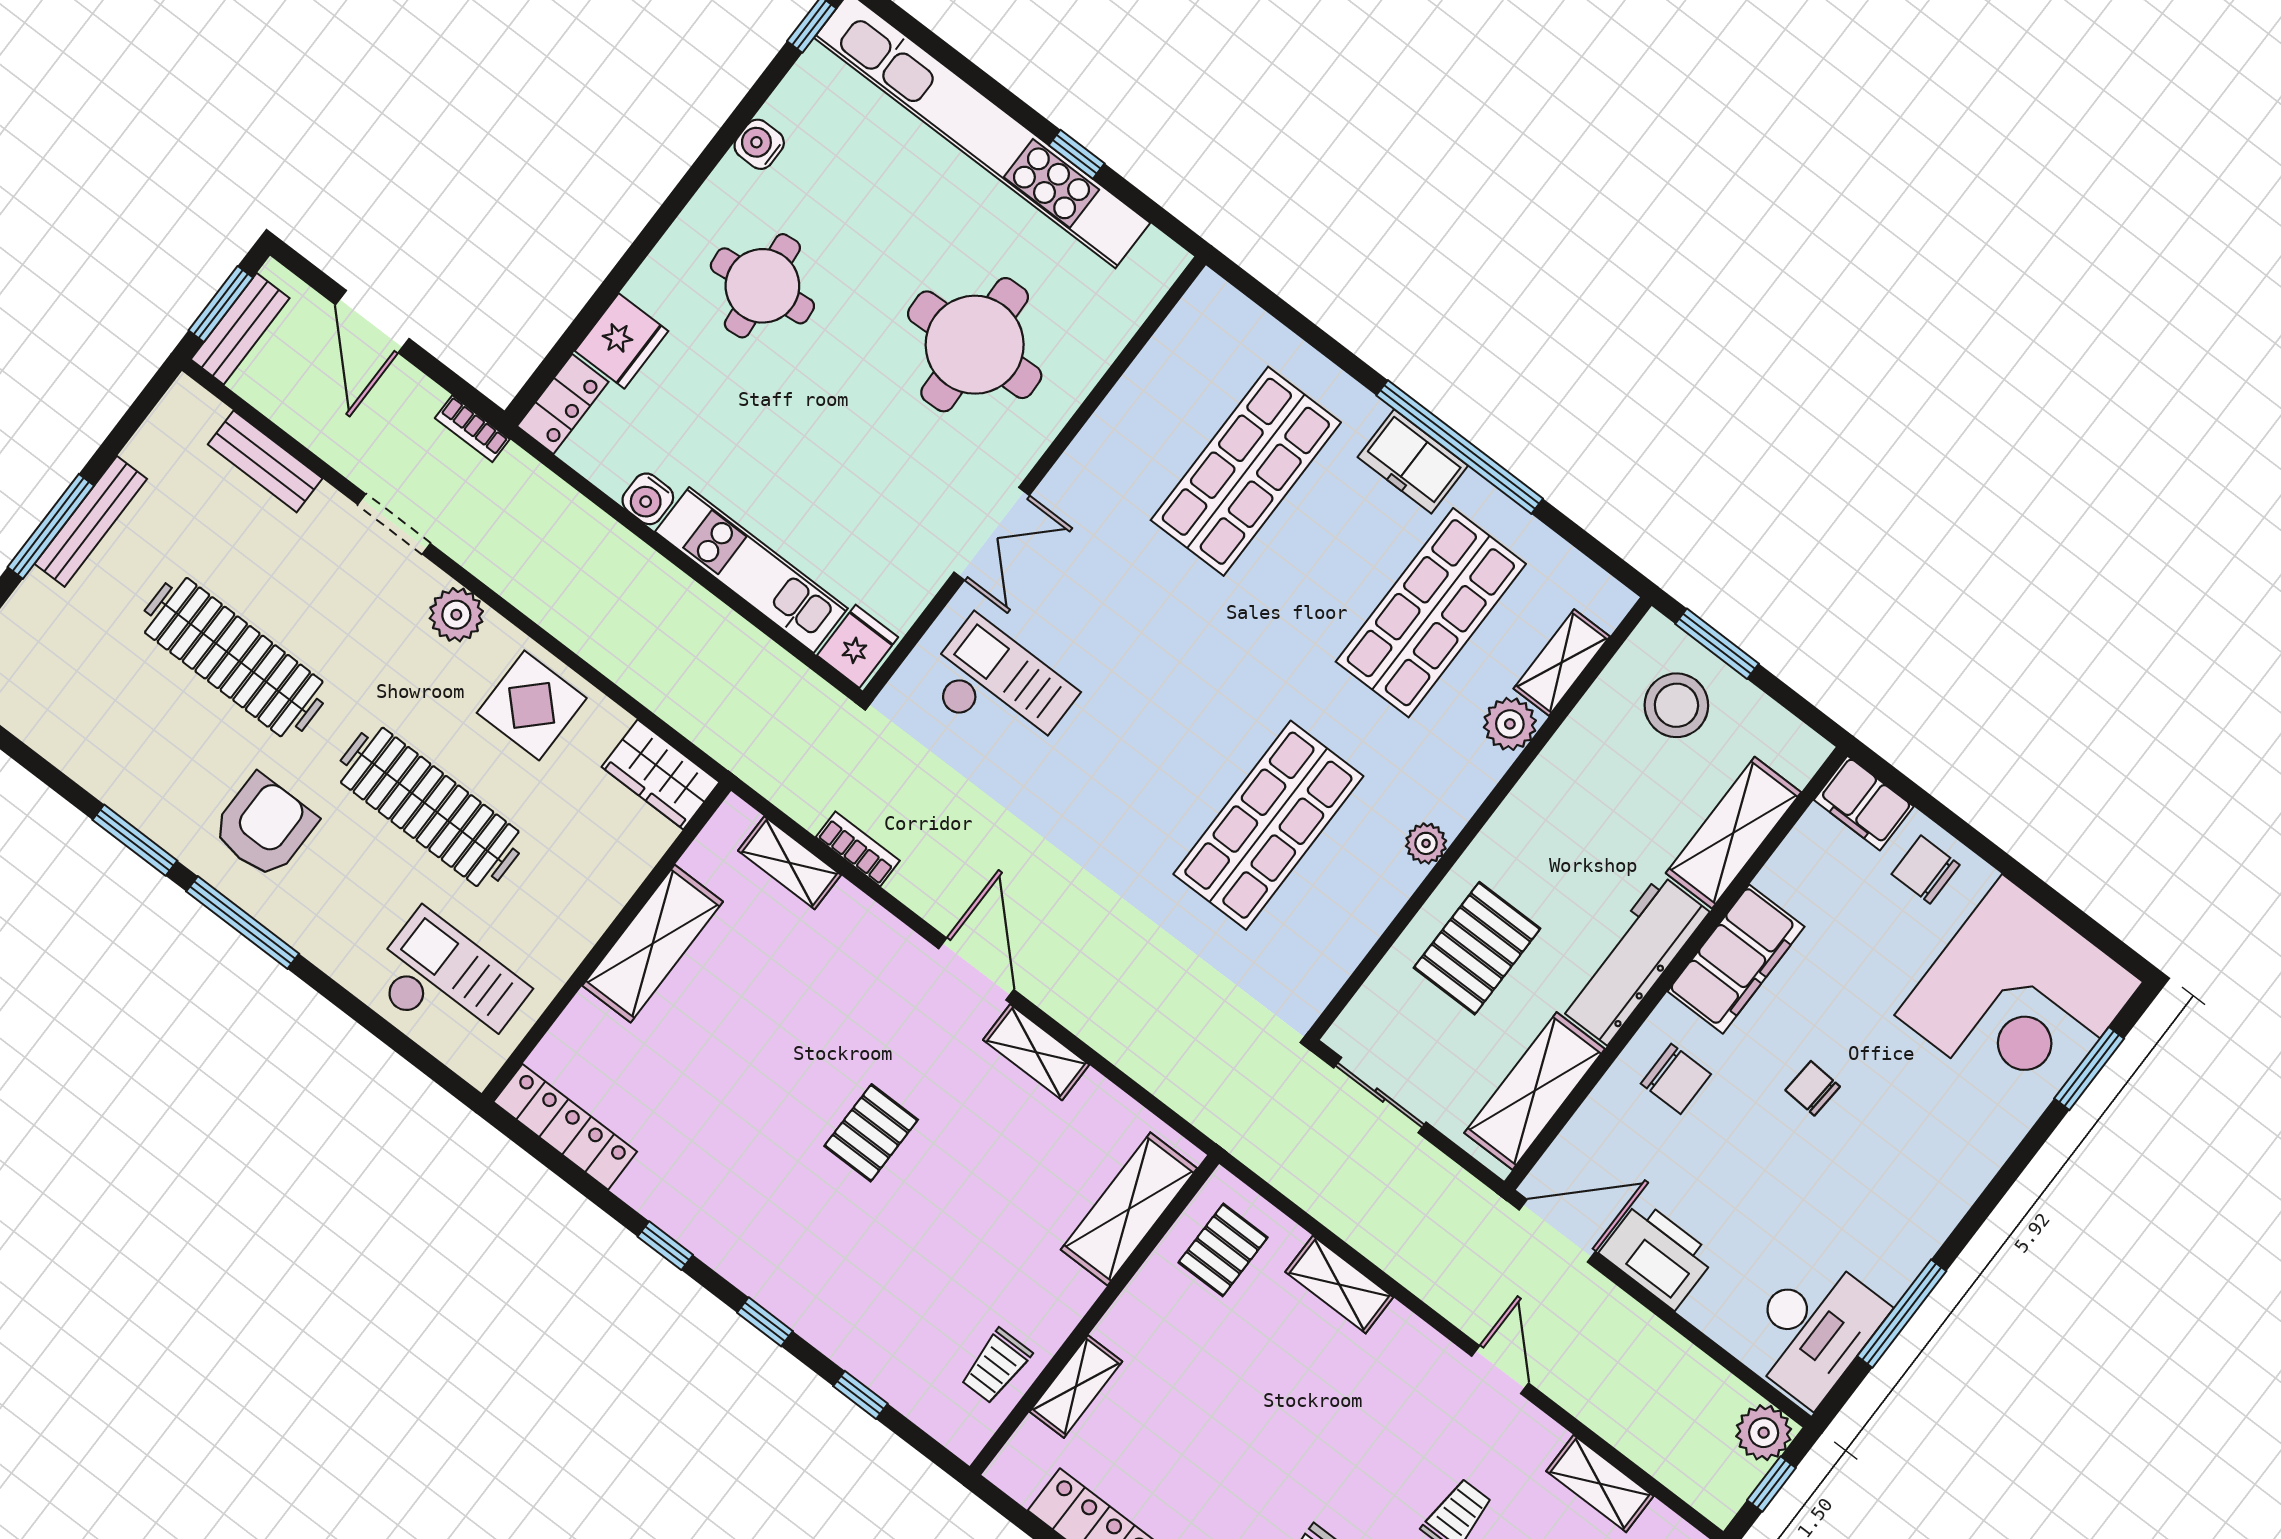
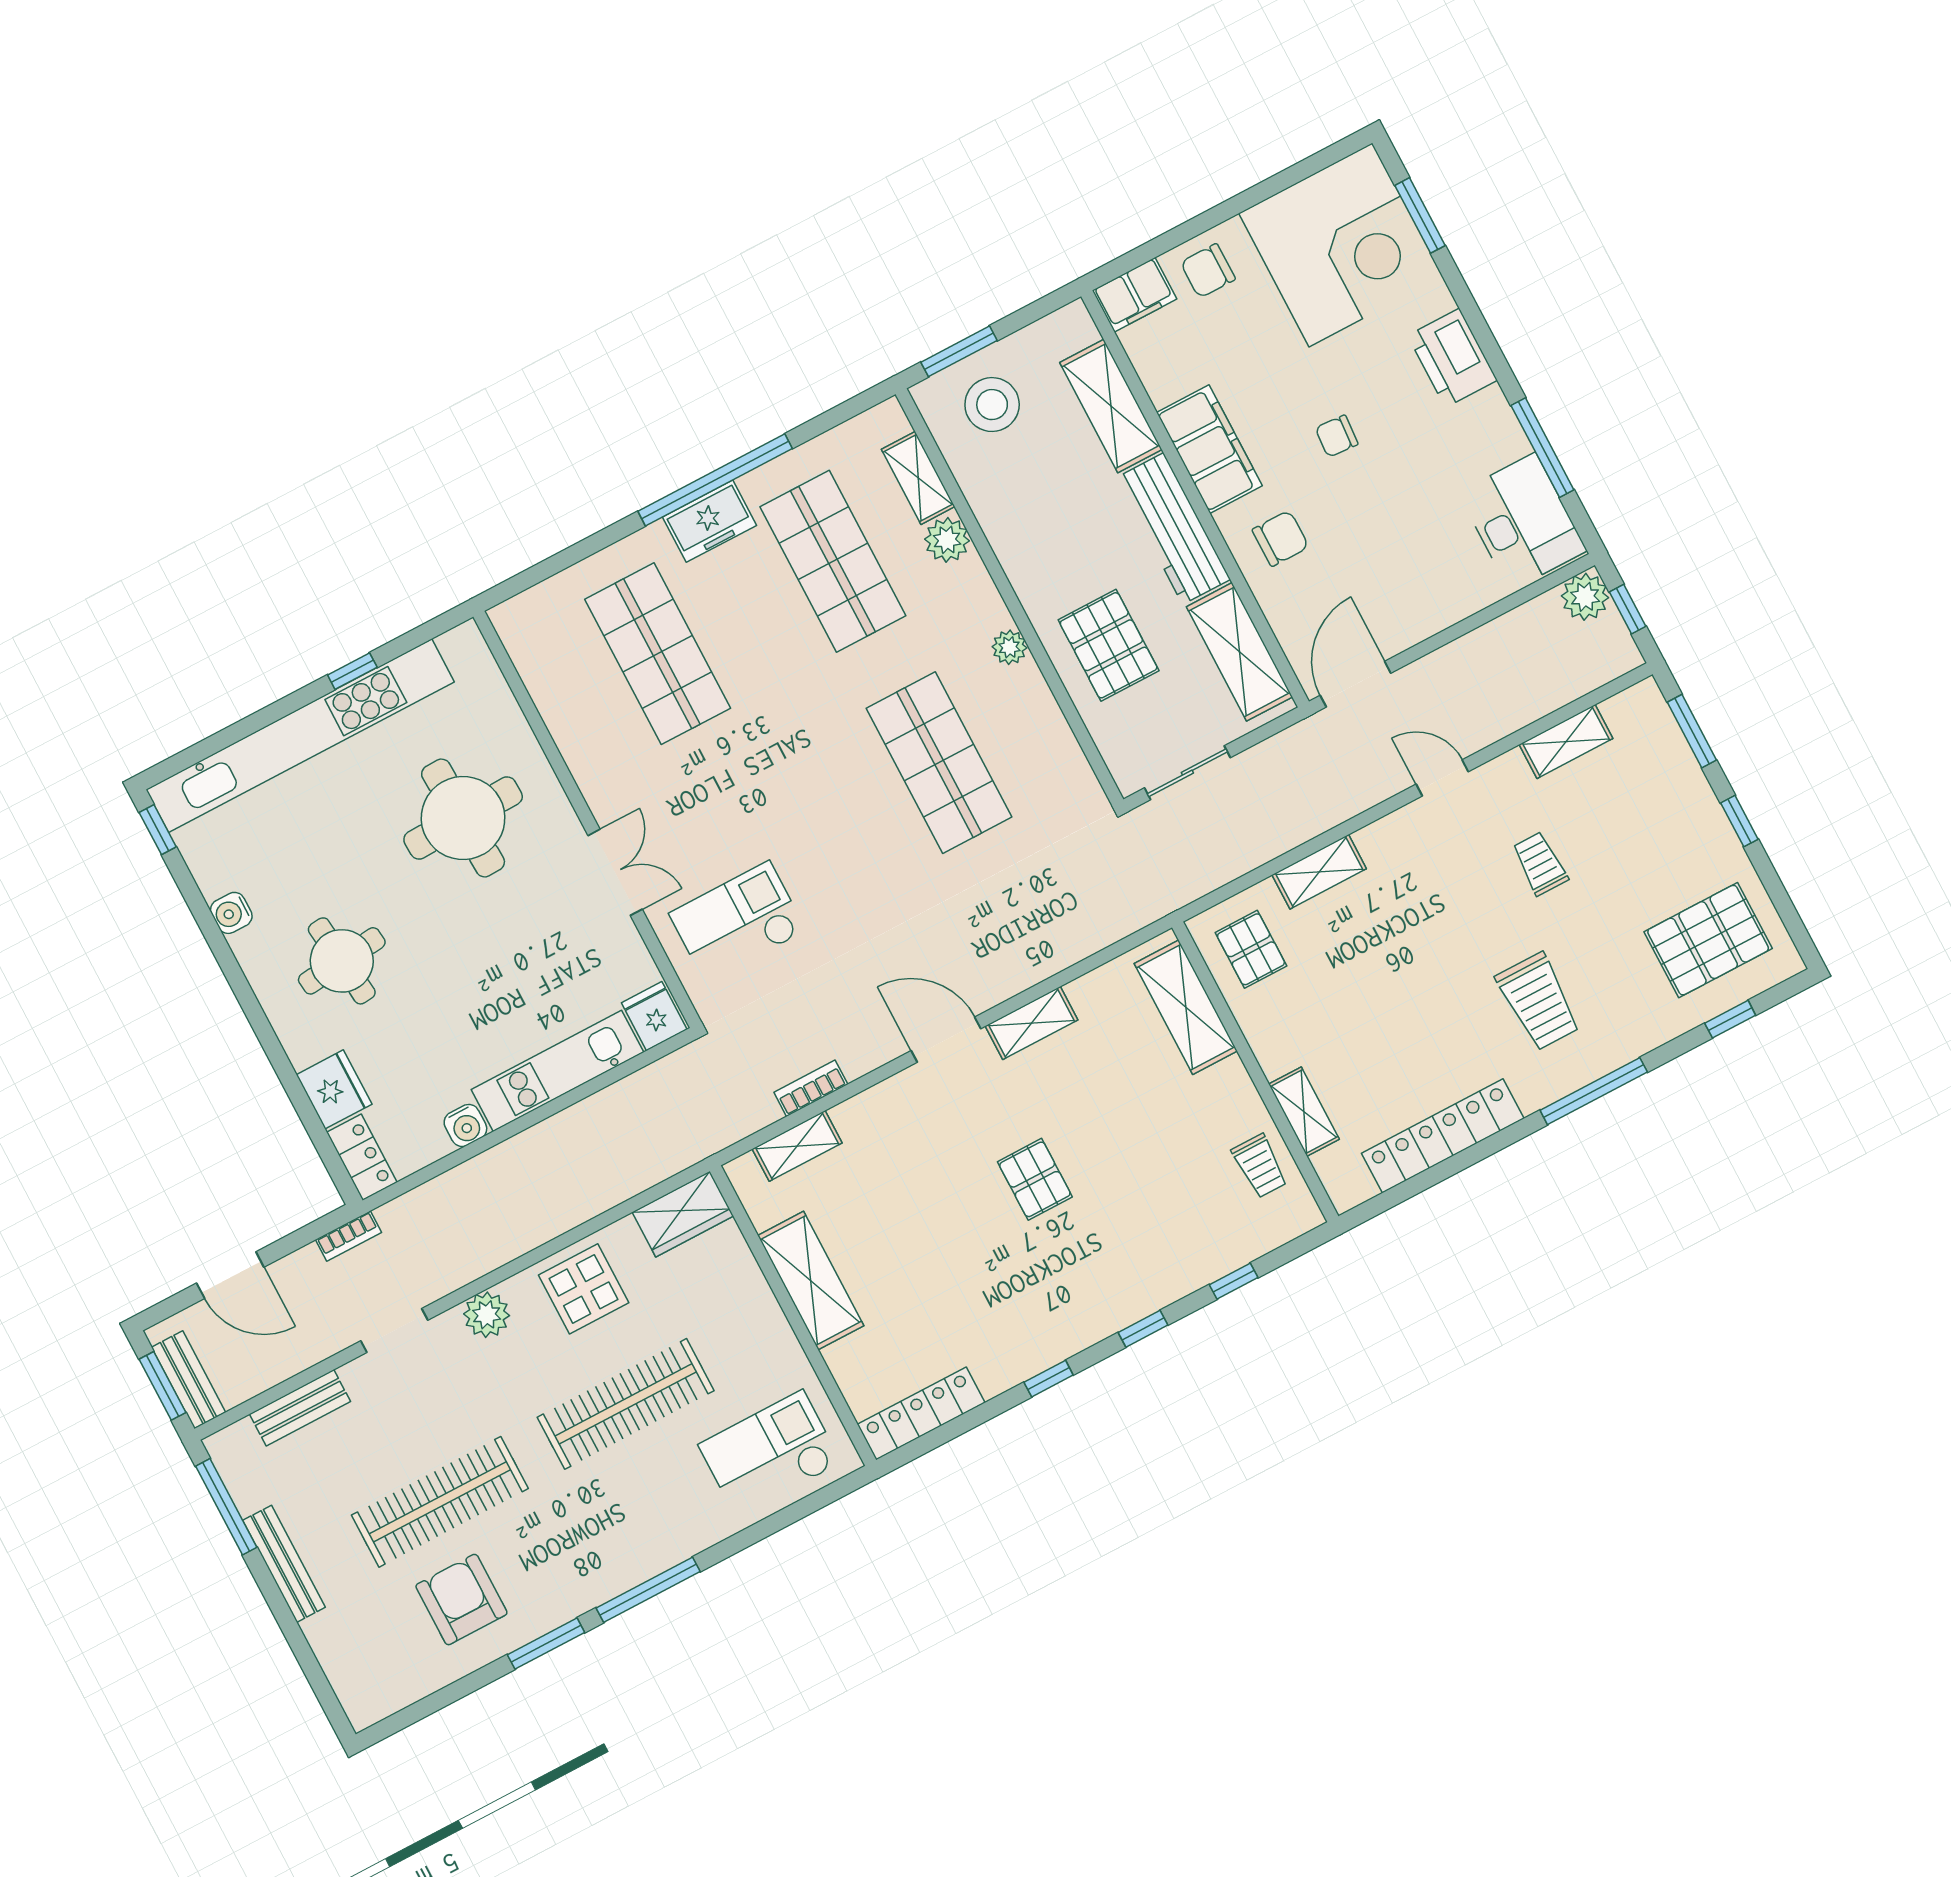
window: (51, 526) -> (226, 1507), moved
armchair: (264, 826) -> (461, 1600), moved
printer: (1657, 1255) -> (1453, 358), moved, turned -90

